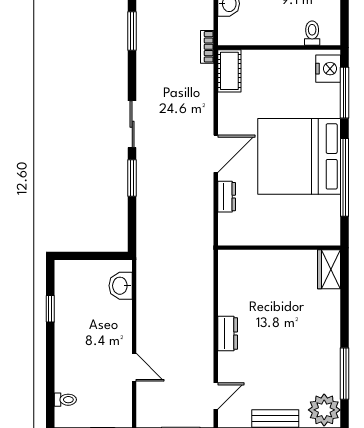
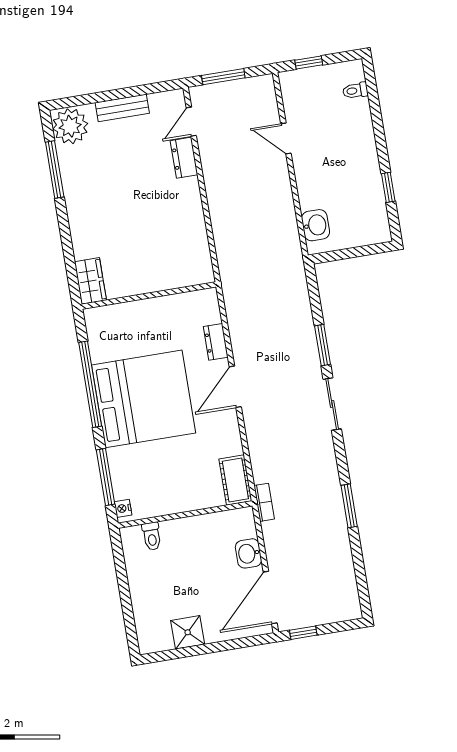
nightstand: (328, 69) -> (123, 508), width x0.53, depth x0.56
dresser: (228, 333) -> (184, 158), moved

